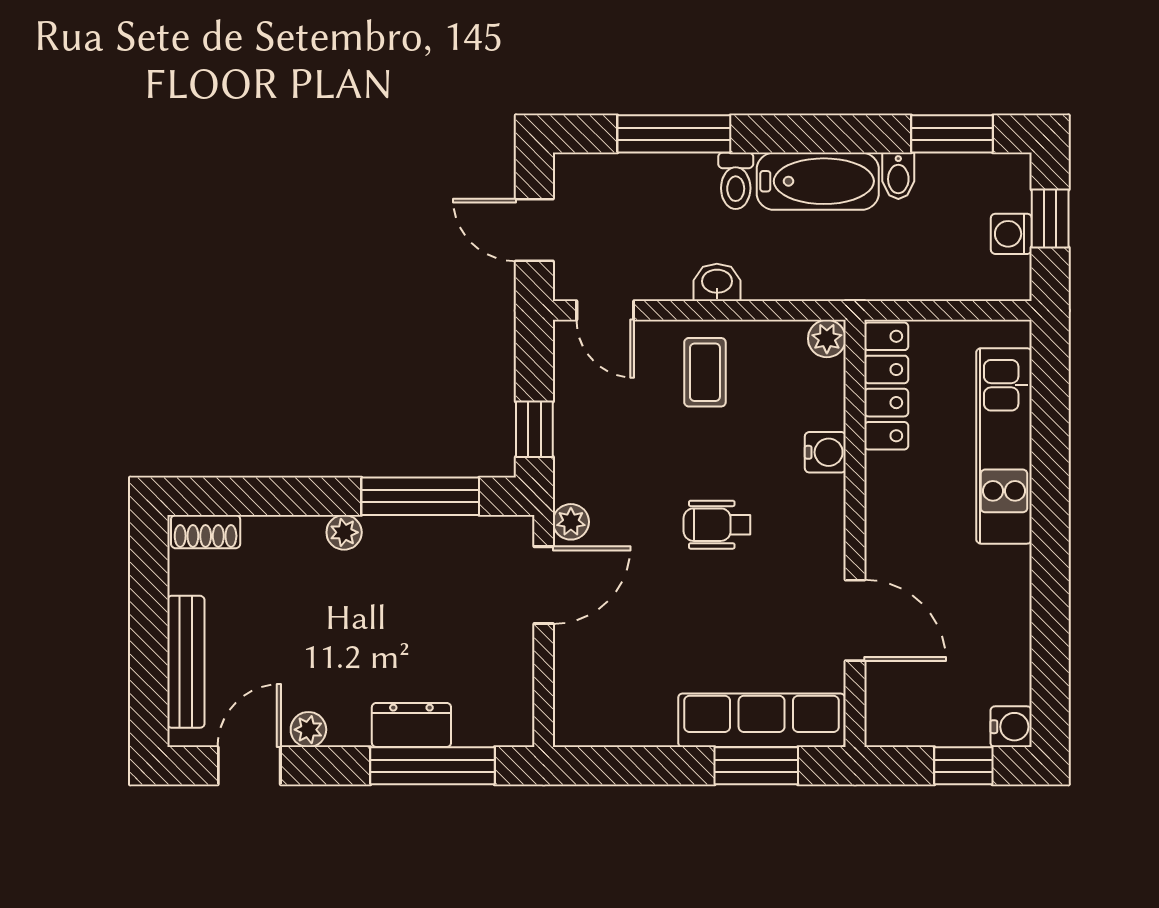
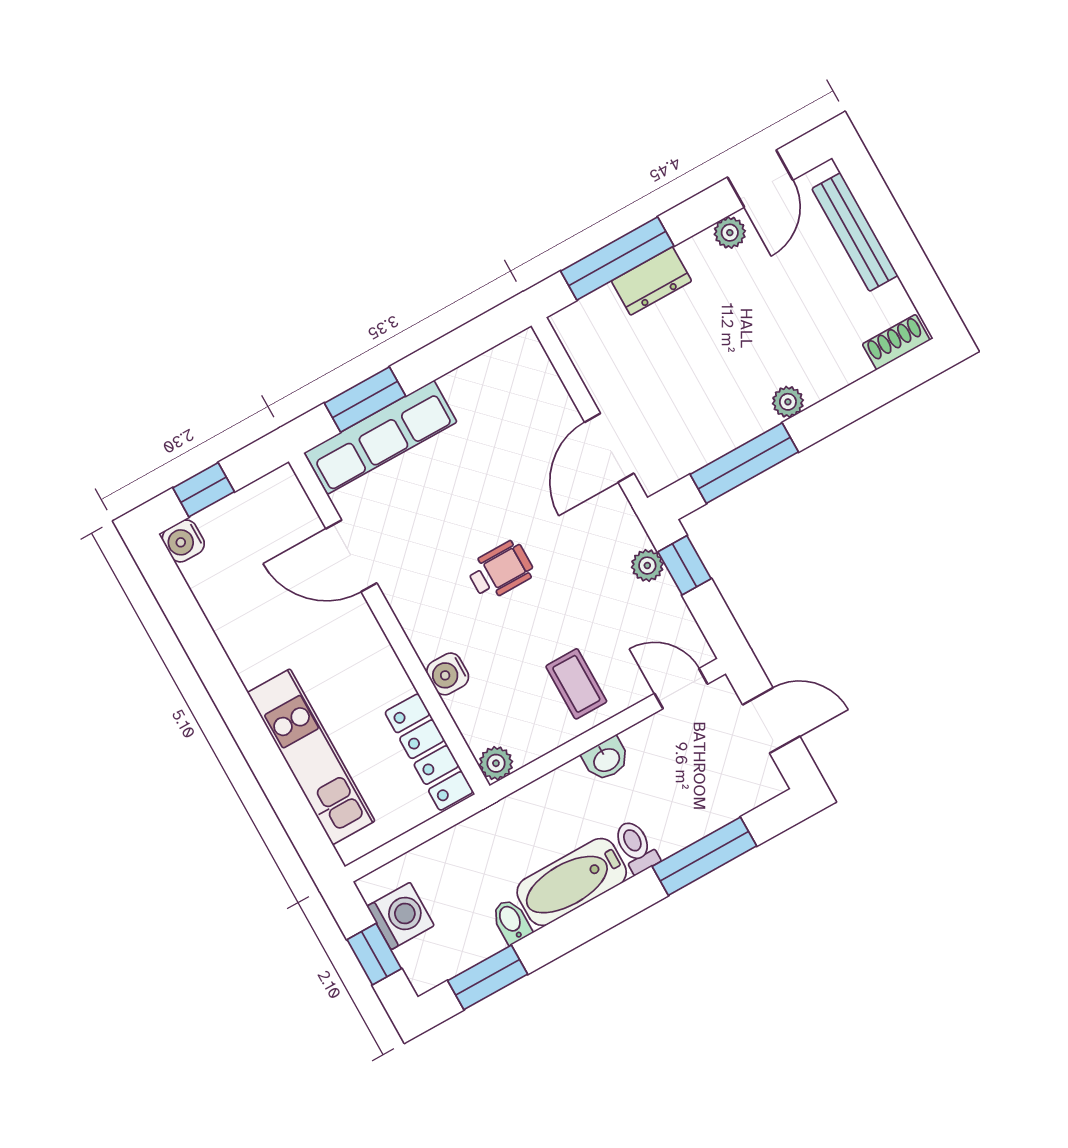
washing machine: (1011, 234) -> (401, 916), width x1.38, depth x1.38
plant: (571, 522) -> (647, 566), moved

